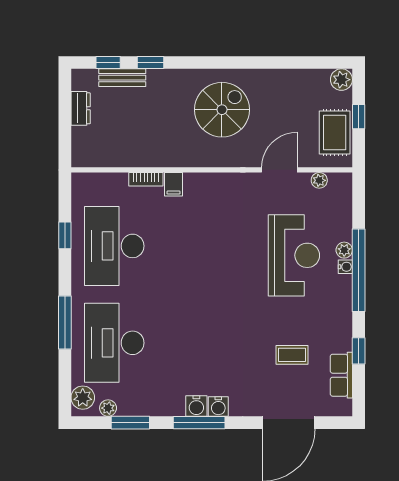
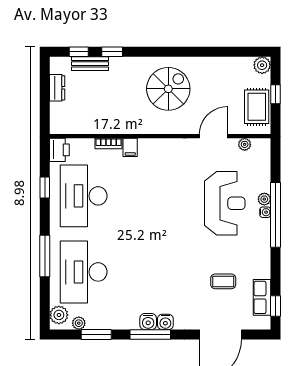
printer: (83, 187) -> (59, 150), added
window: (359, 351) -> (276, 306), moved

